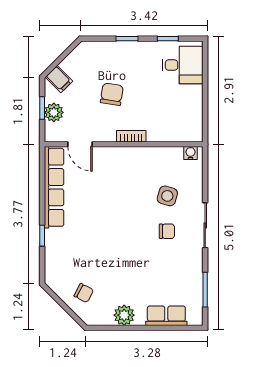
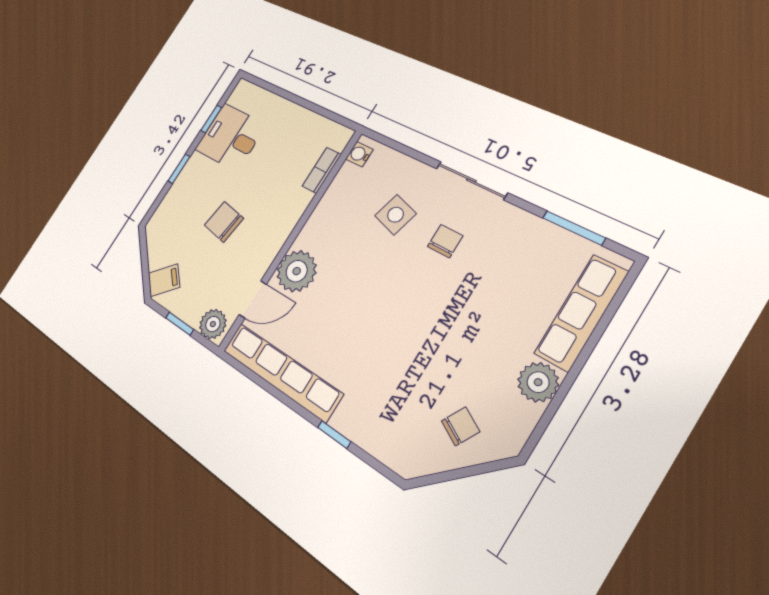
desk: (183, 65) -> (231, 137), moved, turned -90
plant: (54, 112) -> (213, 324), moved
bookcase: (131, 136) -> (322, 170), moved
plant: (109, 160) -> (297, 271), added
row of seats: (166, 316) -> (581, 313), width x1.48

